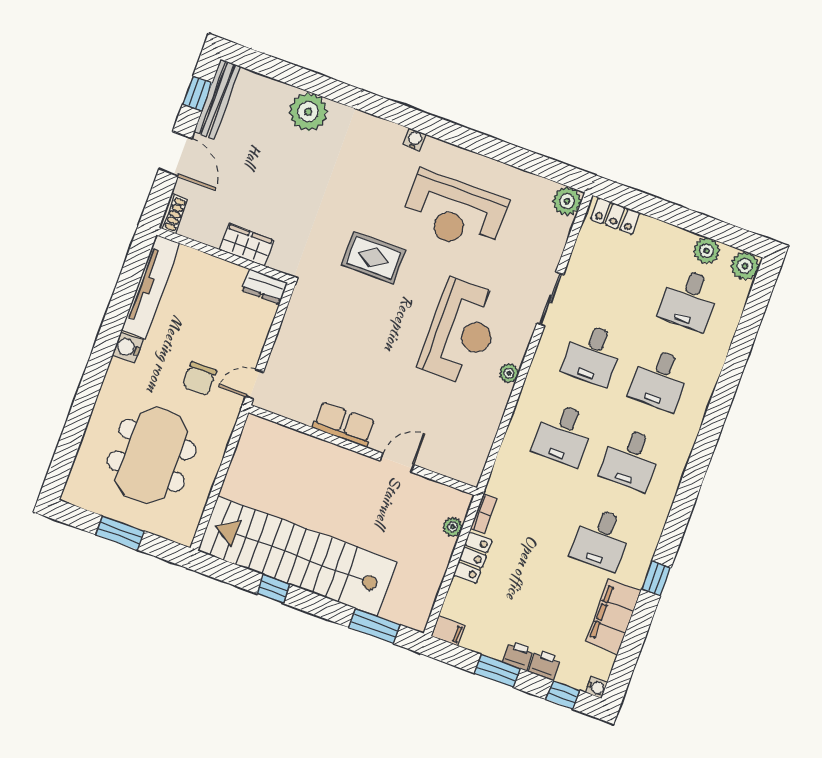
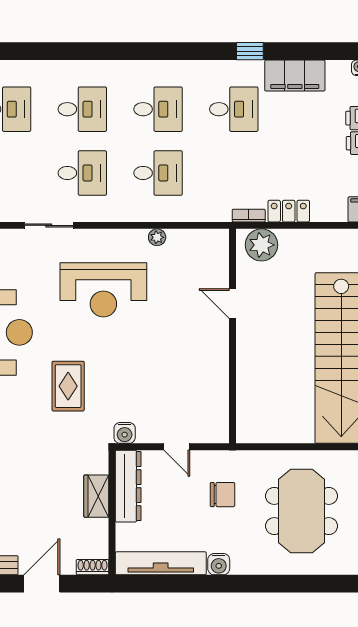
dresser: (264, 286) -> (128, 486), width x1.96, depth x1.24
water cooler: (302, 299) -> (125, 433), added
reception desk: (461, 332) -> (103, 290), turned 180
plant: (509, 373) -> (157, 237), moved
door: (255, 384) -> (177, 447), moved
row of seats: (344, 424) -> (217, 360), removed
meeting table: (152, 455) -> (301, 511), turned 90
plant: (453, 527) -> (261, 245), width x1.87, depth x1.87

